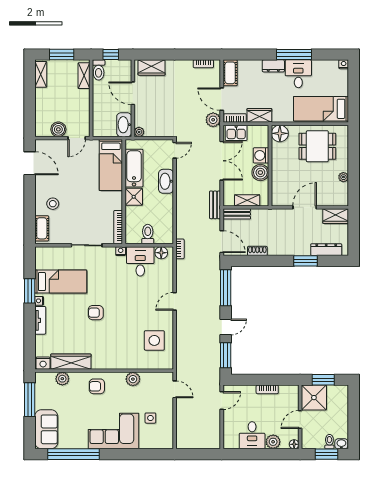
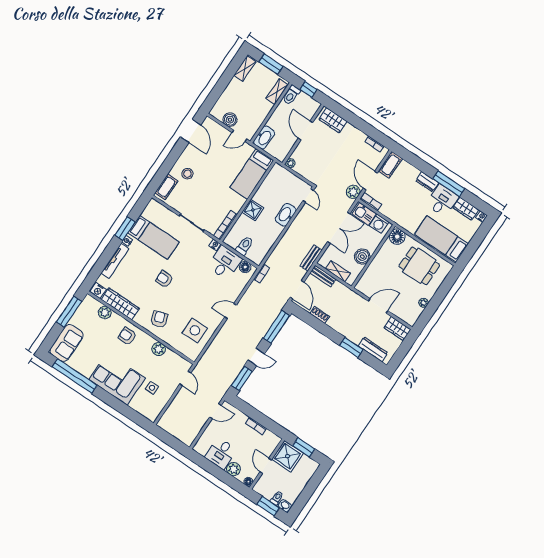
wardrobe: (259, 115) -> (466, 209), moved, turned 180
washbasin: (124, 125) -> (264, 137), moved, turned 180
door: (175, 150) -> (308, 195), hinge flipped
washing machine: (261, 155) -> (379, 224), moved, turned -90
bathtub: (134, 168) -> (268, 188), removed
tv unit: (40, 320) -> (115, 261), width x1.41
armchair: (115, 352) -> (159, 319), added
door: (300, 420) -> (266, 466), hinge flipped

